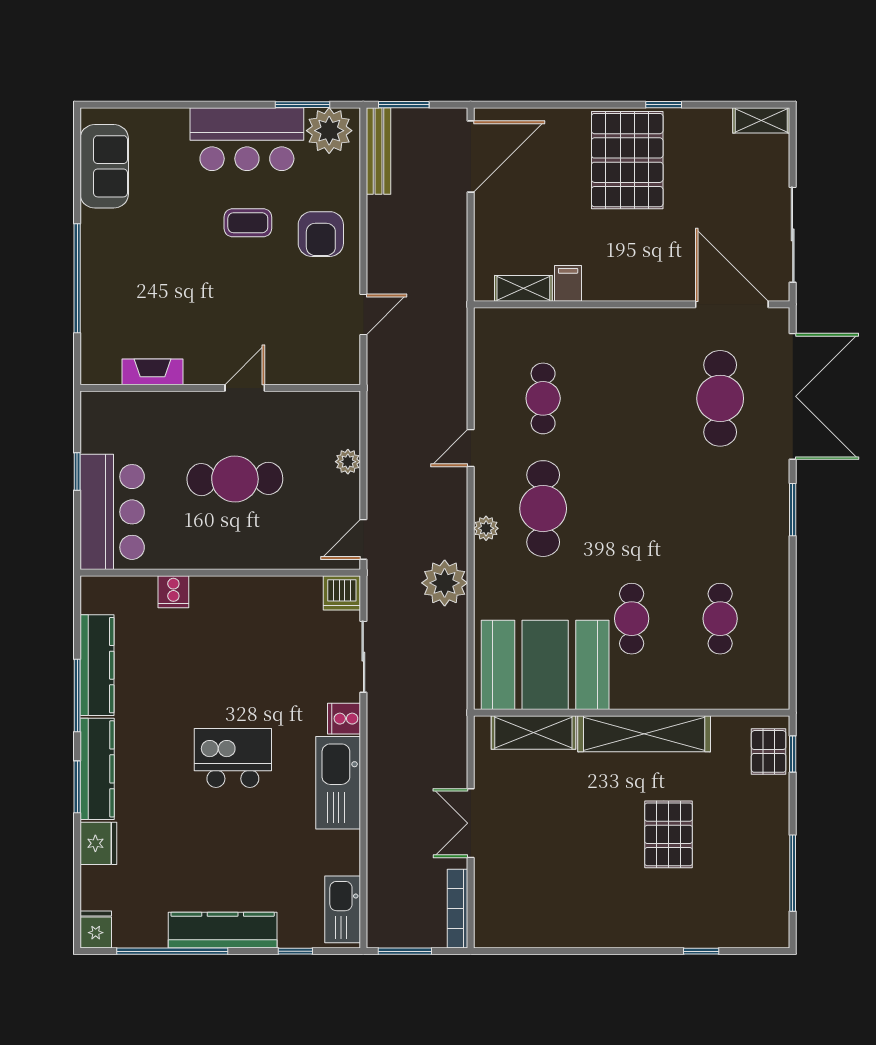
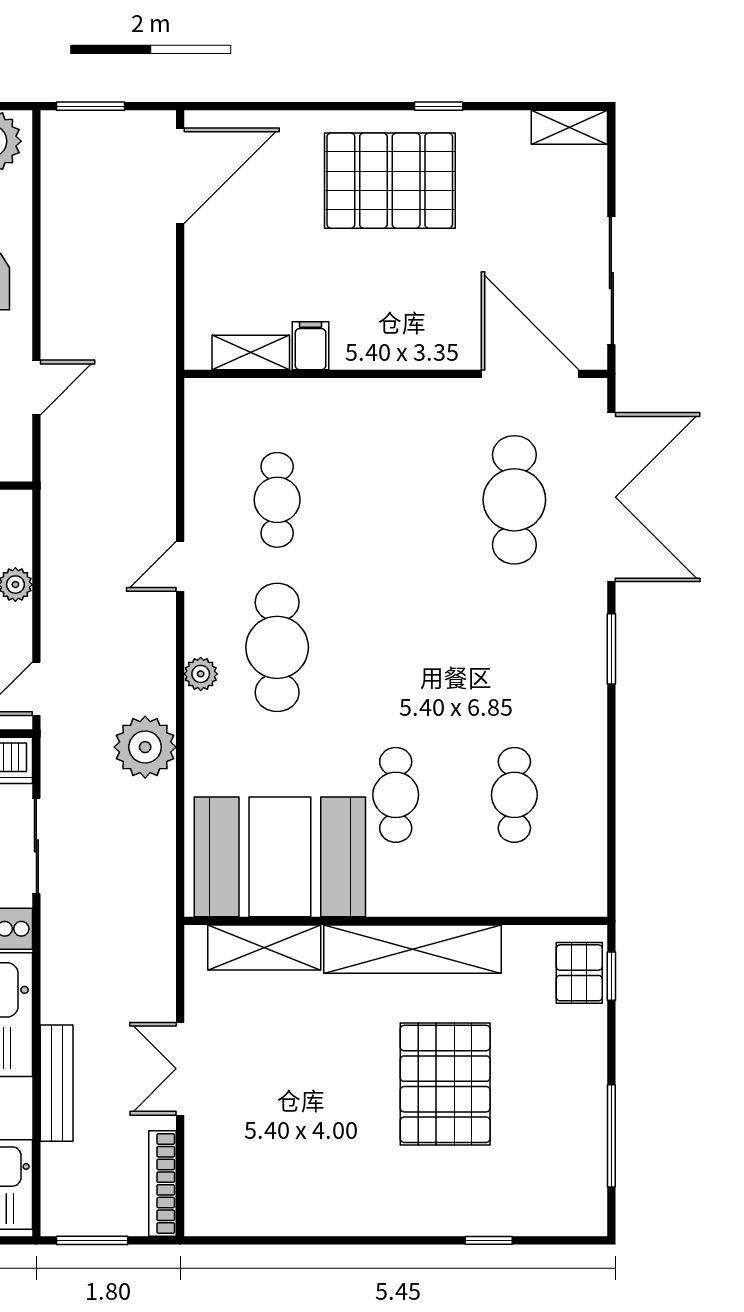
bench: (378, 151) -> (57, 1083), moved
pallet: (627, 160) -> (390, 181), turned 90
pallet: (668, 834) -> (445, 1084), width x1.37, depth x1.41

